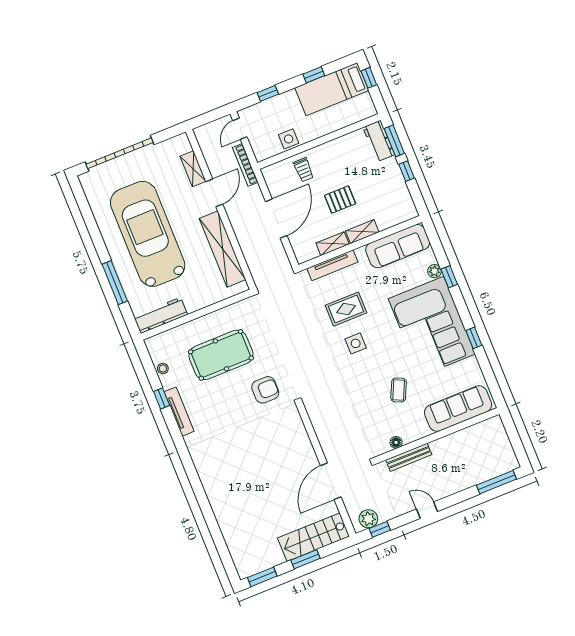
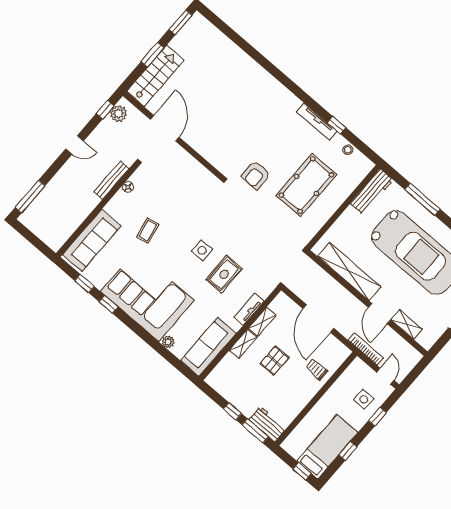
side table: (289, 139) -> (364, 399), moved
tv unit: (332, 265) -> (249, 309), width x0.71
window: (449, 277) -> (85, 284), moved
coffee table: (399, 390) -> (148, 231), turned 54

